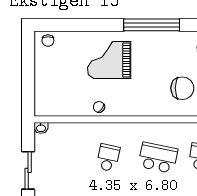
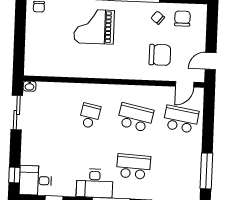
chair: (99, 107) -> (158, 18), moved
sliding door: (28, 170) -> (17, 113), moved

